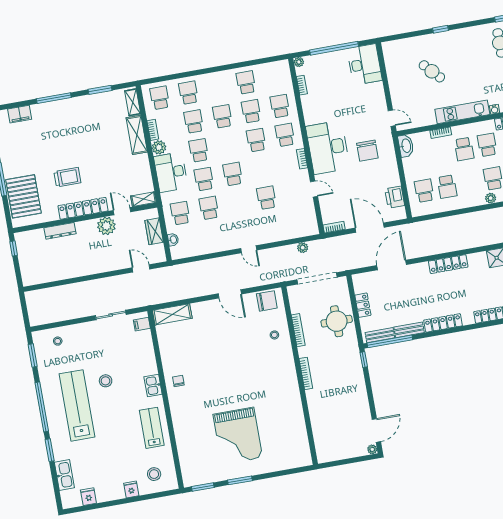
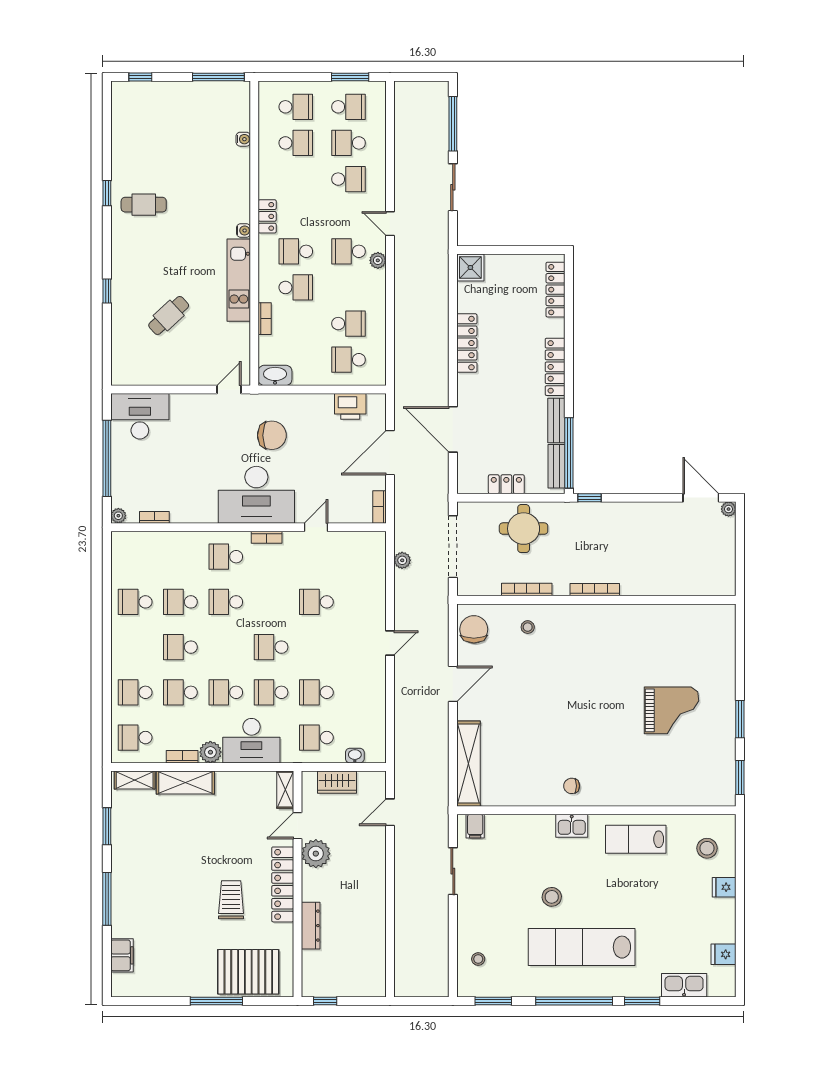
school desk: (280, 106) -> (180, 557), removed
shelving: (172, 314) -> (468, 764), width x1.47
grand piano: (238, 436) -> (672, 710), width x0.73, depth x0.68

